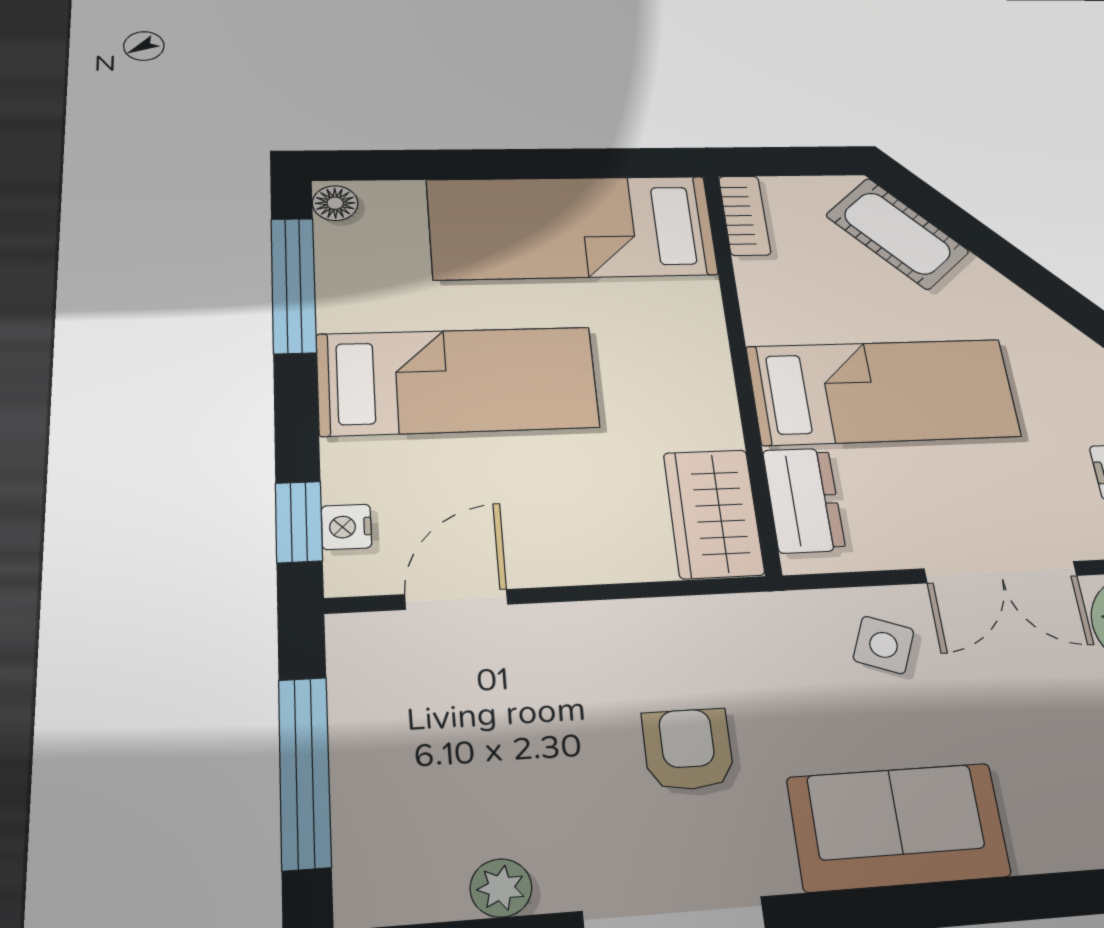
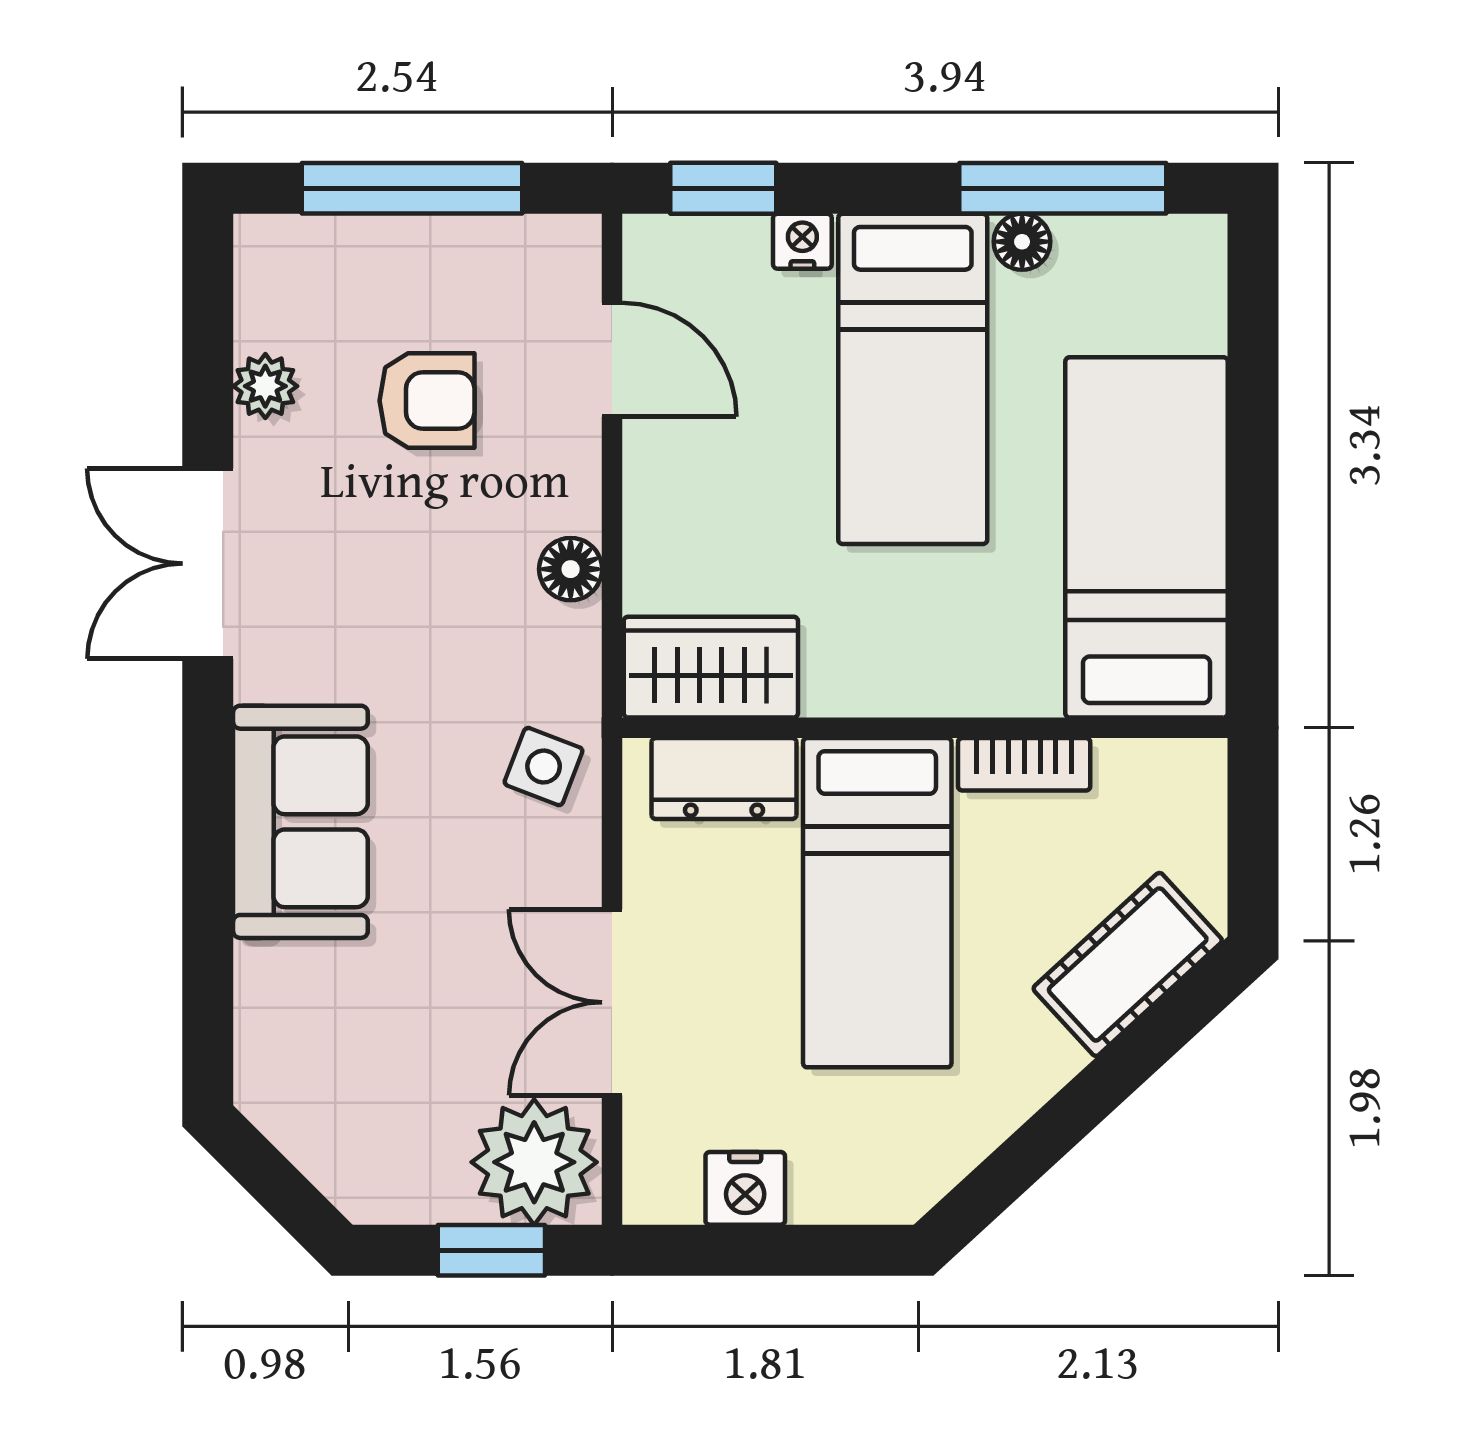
floor lamp: (335, 203) -> (1022, 242), moved
bookcase: (745, 215) -> (1024, 764), moved
nightstand: (346, 527) -> (802, 241), moved
floor lamp: (644, 622) -> (571, 569), added
side table: (884, 645) -> (544, 767), moved
armchair: (688, 749) -> (427, 401), moved

